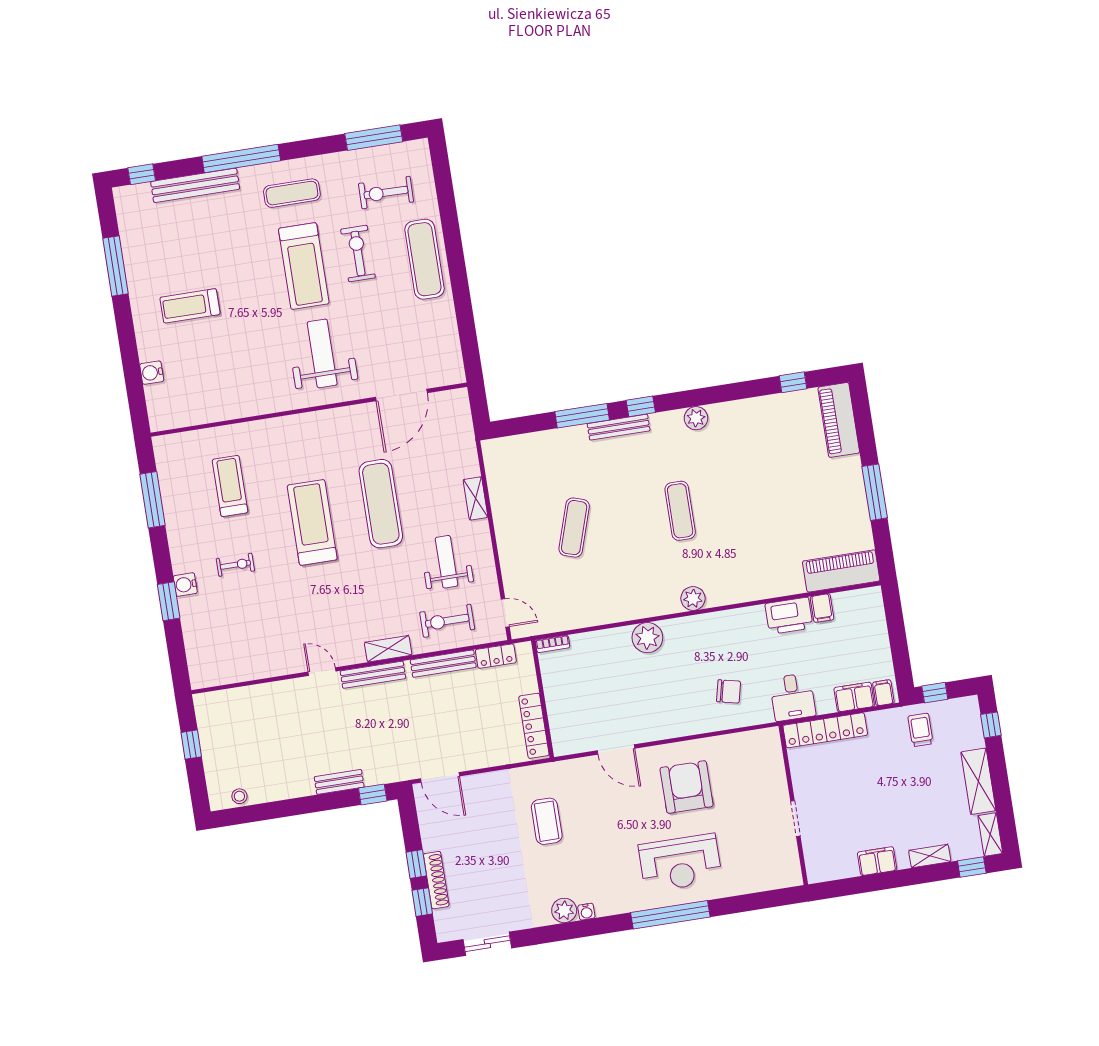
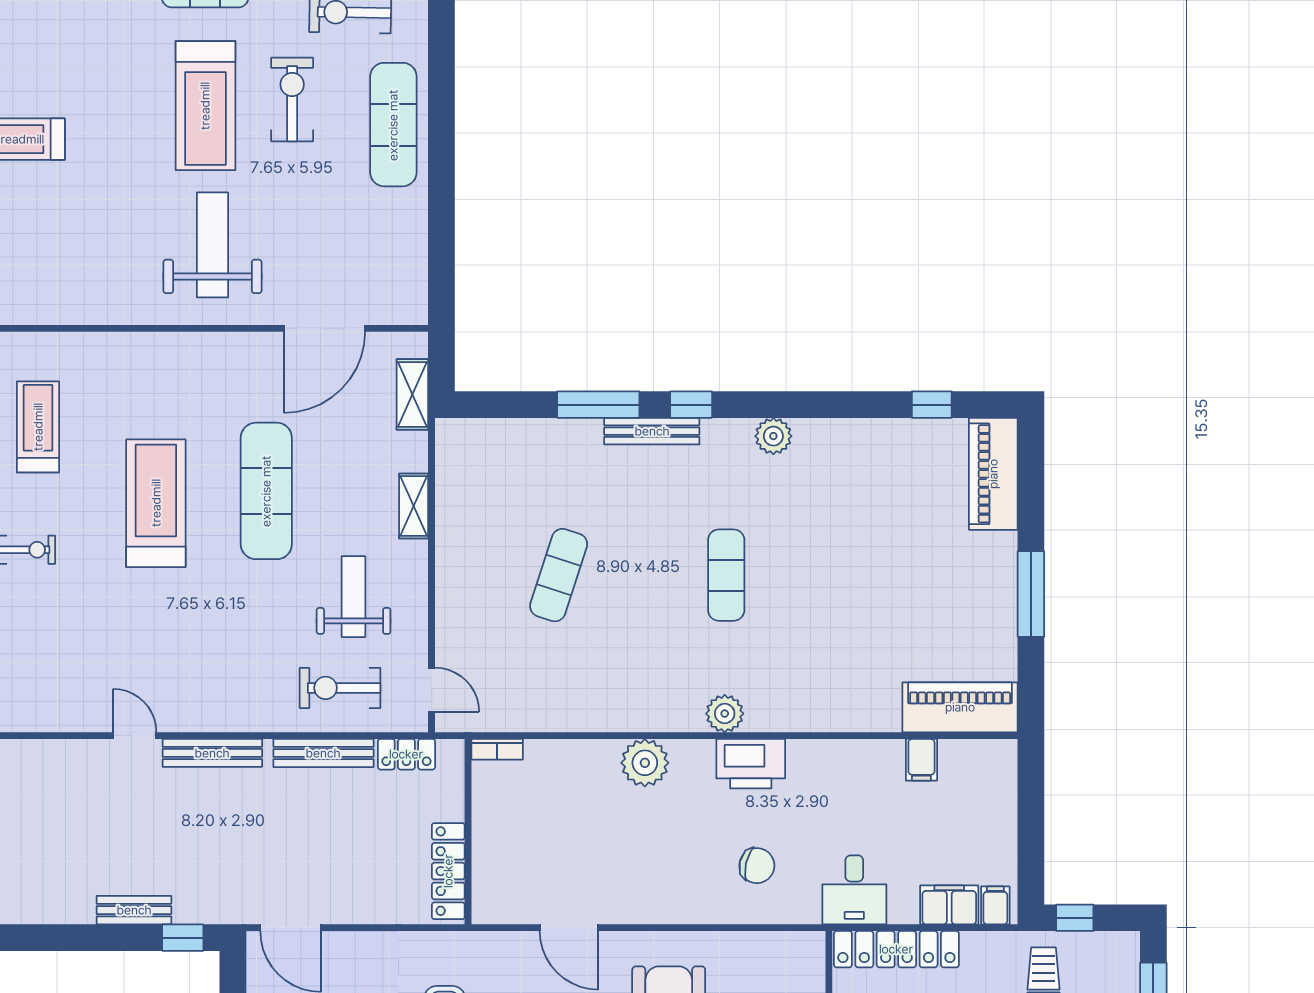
printer: (789, 616) -> (751, 764), moved
shelving: (388, 649) -> (412, 394), moved, turned 90

